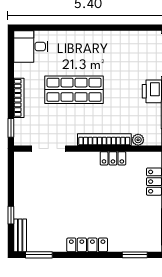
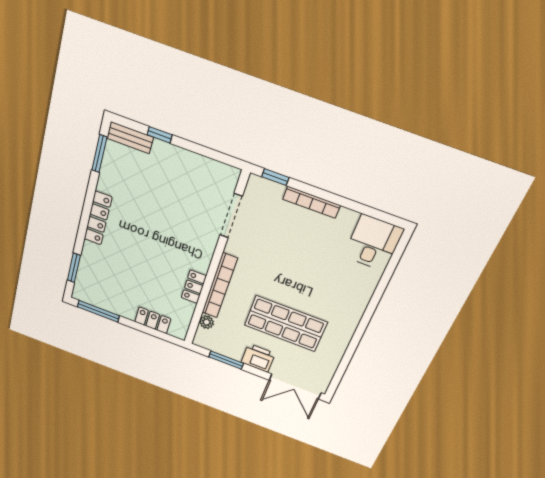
shop shelf: (74, 90) -> (286, 324), moved, turned 90

